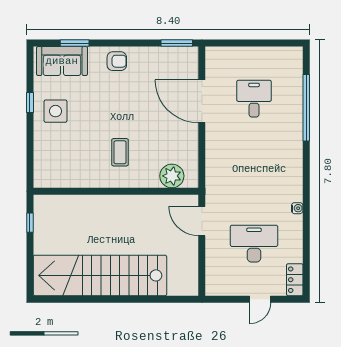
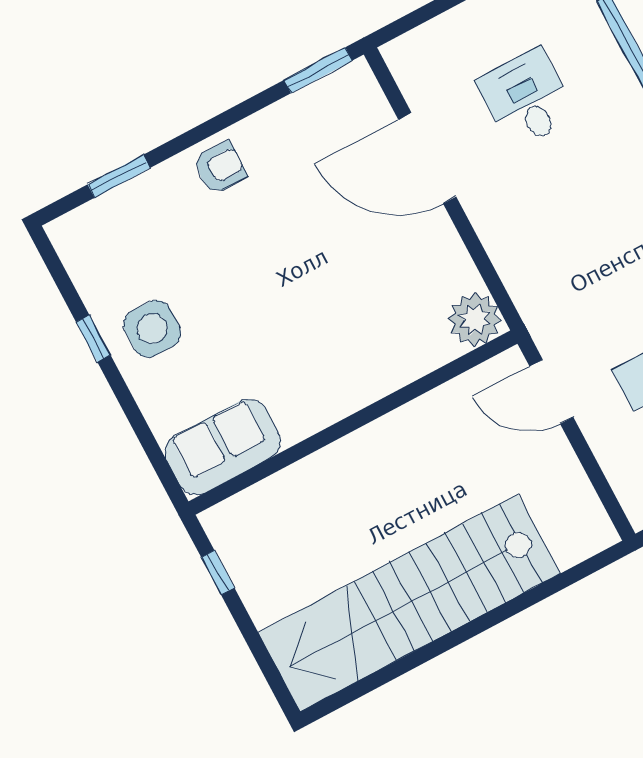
sofa: (62, 61) -> (223, 447), moved, turned 180
coffee table: (120, 152) -> (321, 342), removed
plant: (172, 176) -> (475, 320), moved

